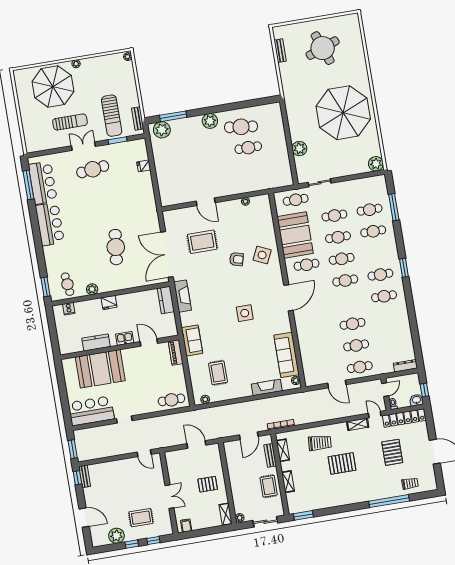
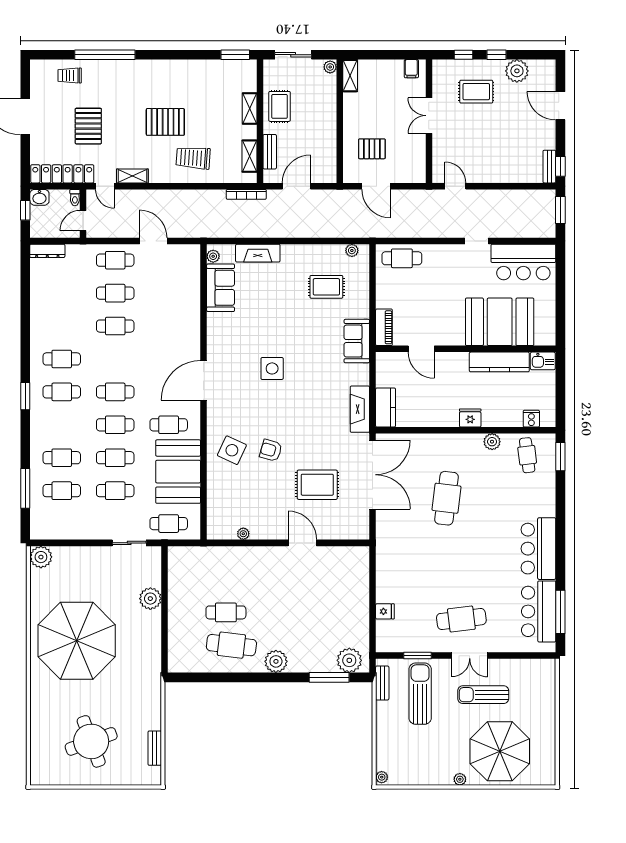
kitchen sink: (125, 338) -> (543, 361), moved
kitchen counter: (96, 342) -> (499, 362), width x1.50
sofa: (287, 355) -> (221, 288), width x0.73
rug: (218, 373) -> (326, 287), turned 90
pallet: (208, 484) -> (372, 149), moved

